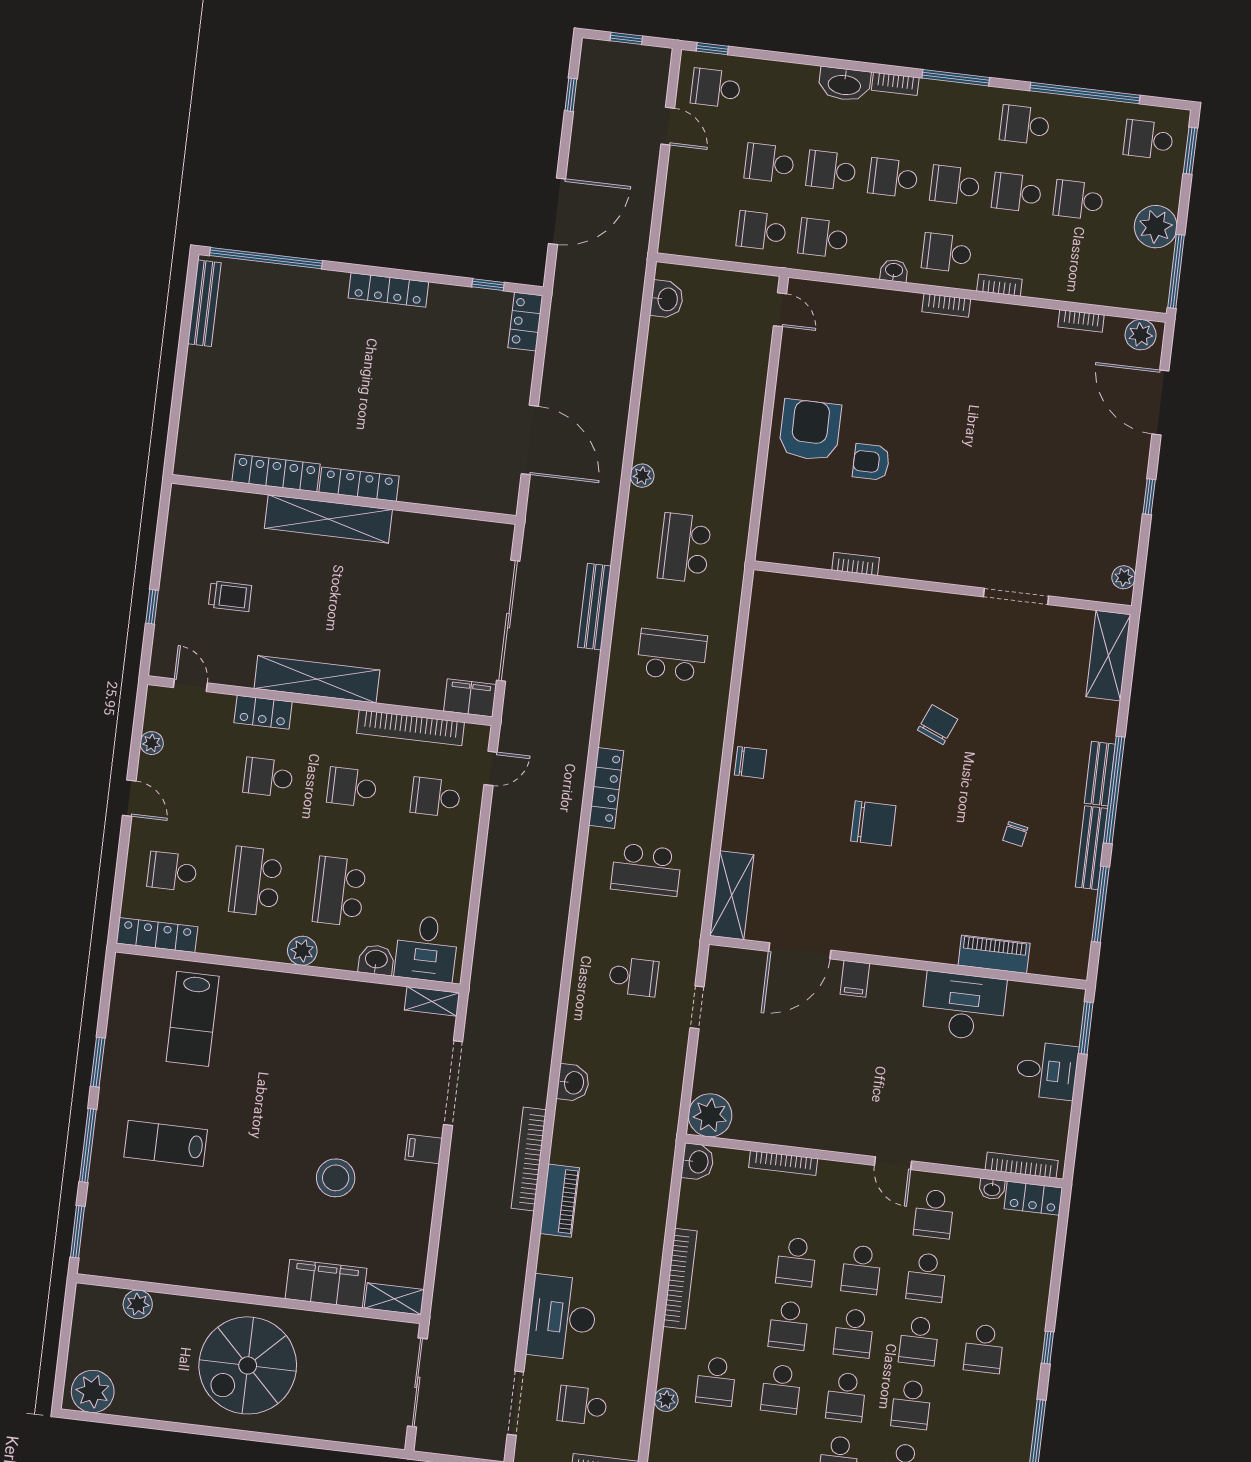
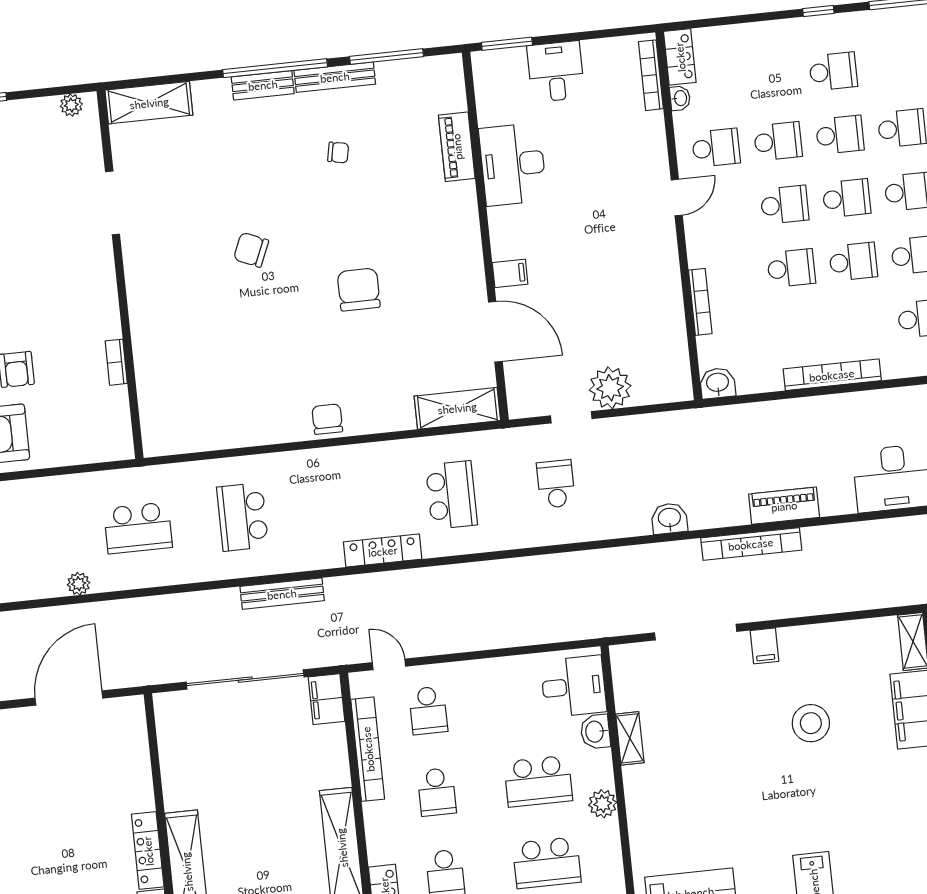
bench: (594, 607) -> (282, 594), moved
shelving: (432, 1001) -> (630, 738), moved
plant: (710, 1115) -> (610, 388), moved

